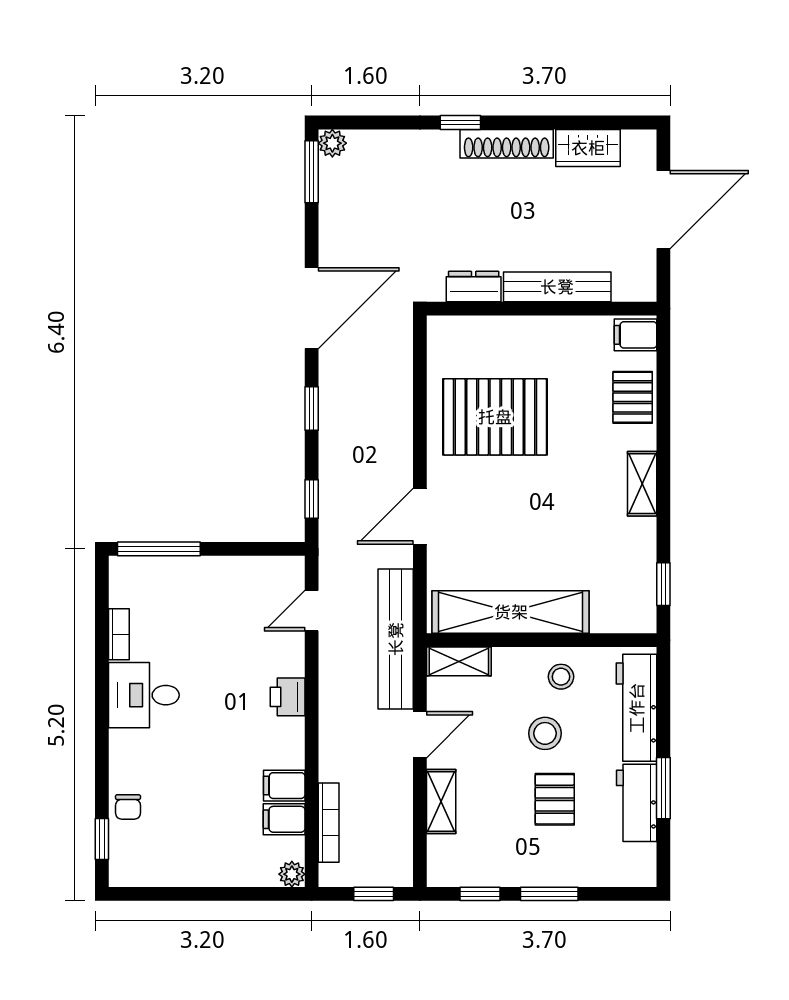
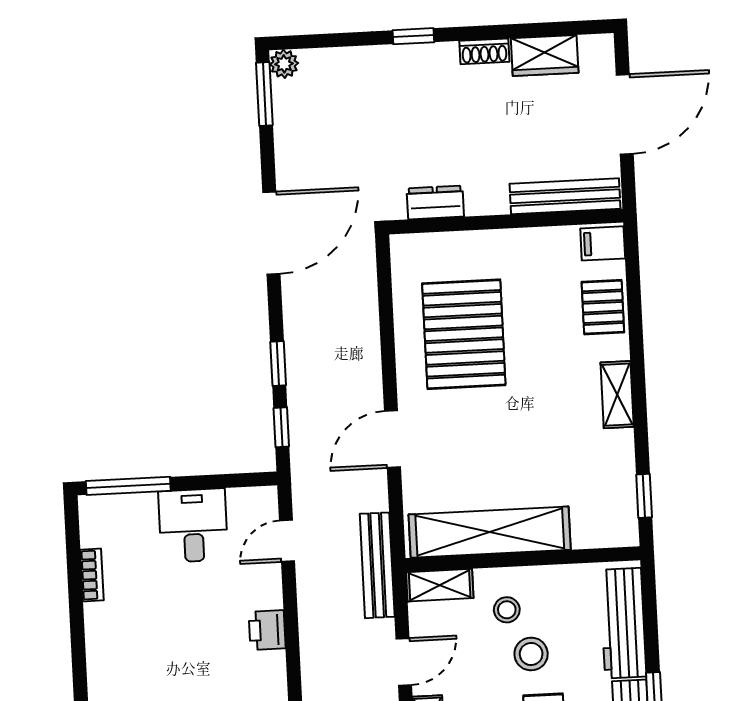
shoe rack: (507, 144) -> (484, 51), width x0.51, depth x0.81
bench: (557, 287) -> (565, 196), moved
window: (312, 408) -> (278, 363), moved
pallet: (495, 417) -> (464, 334), turned 90
bench: (396, 639) -> (377, 565), width x0.73, depth x0.82
stool: (561, 677) -> (507, 610), moved
desk: (144, 695) -> (193, 525), moved, turned 90

